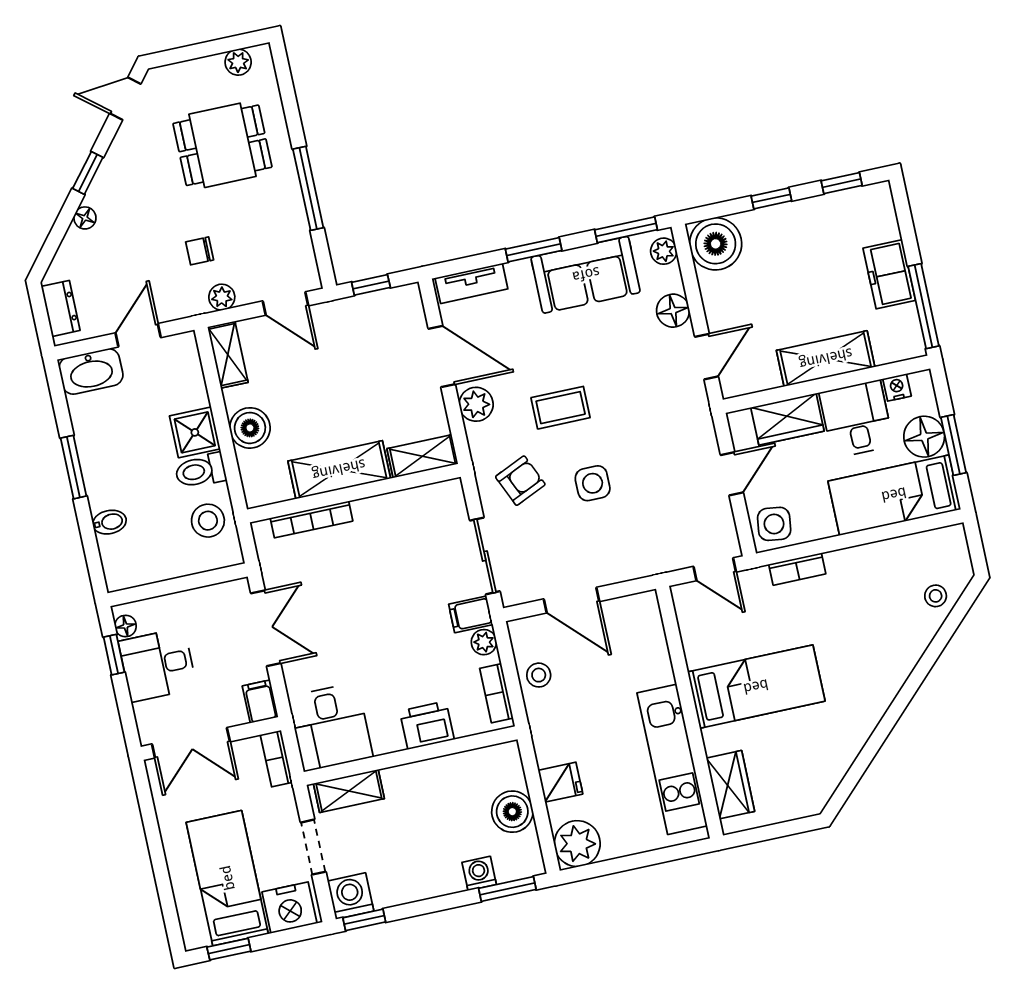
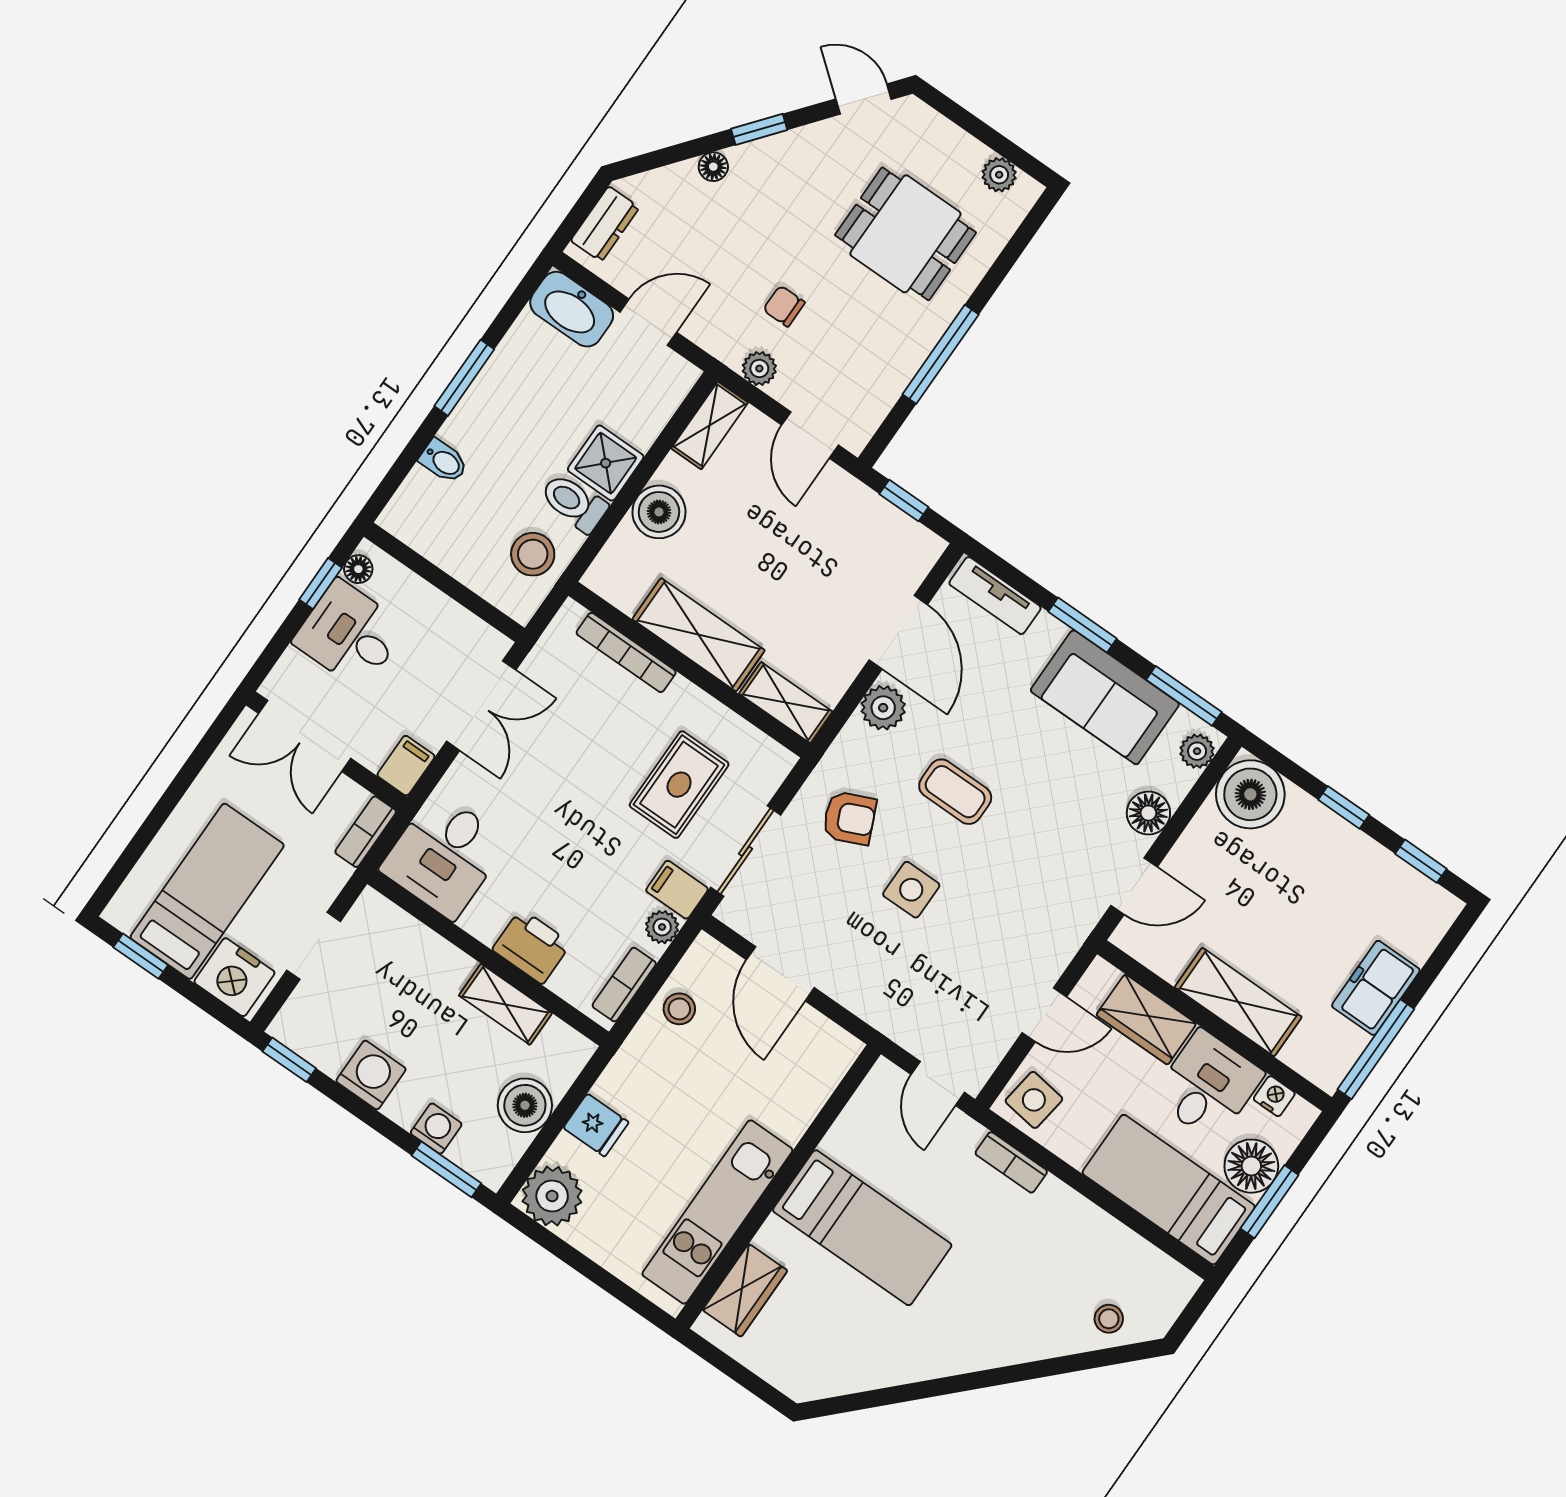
rug: (413, 559) -> (679, 785), added
shelving: (349, 791) -> (505, 1004), moved
washing machine: (351, 896) -> (371, 1075), moved

